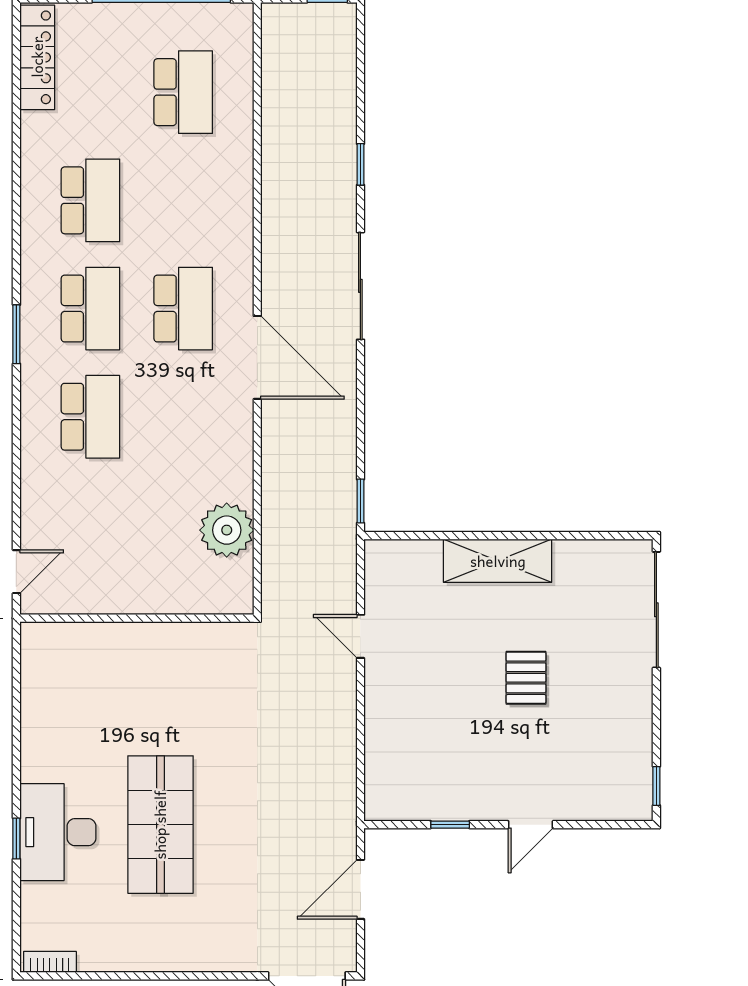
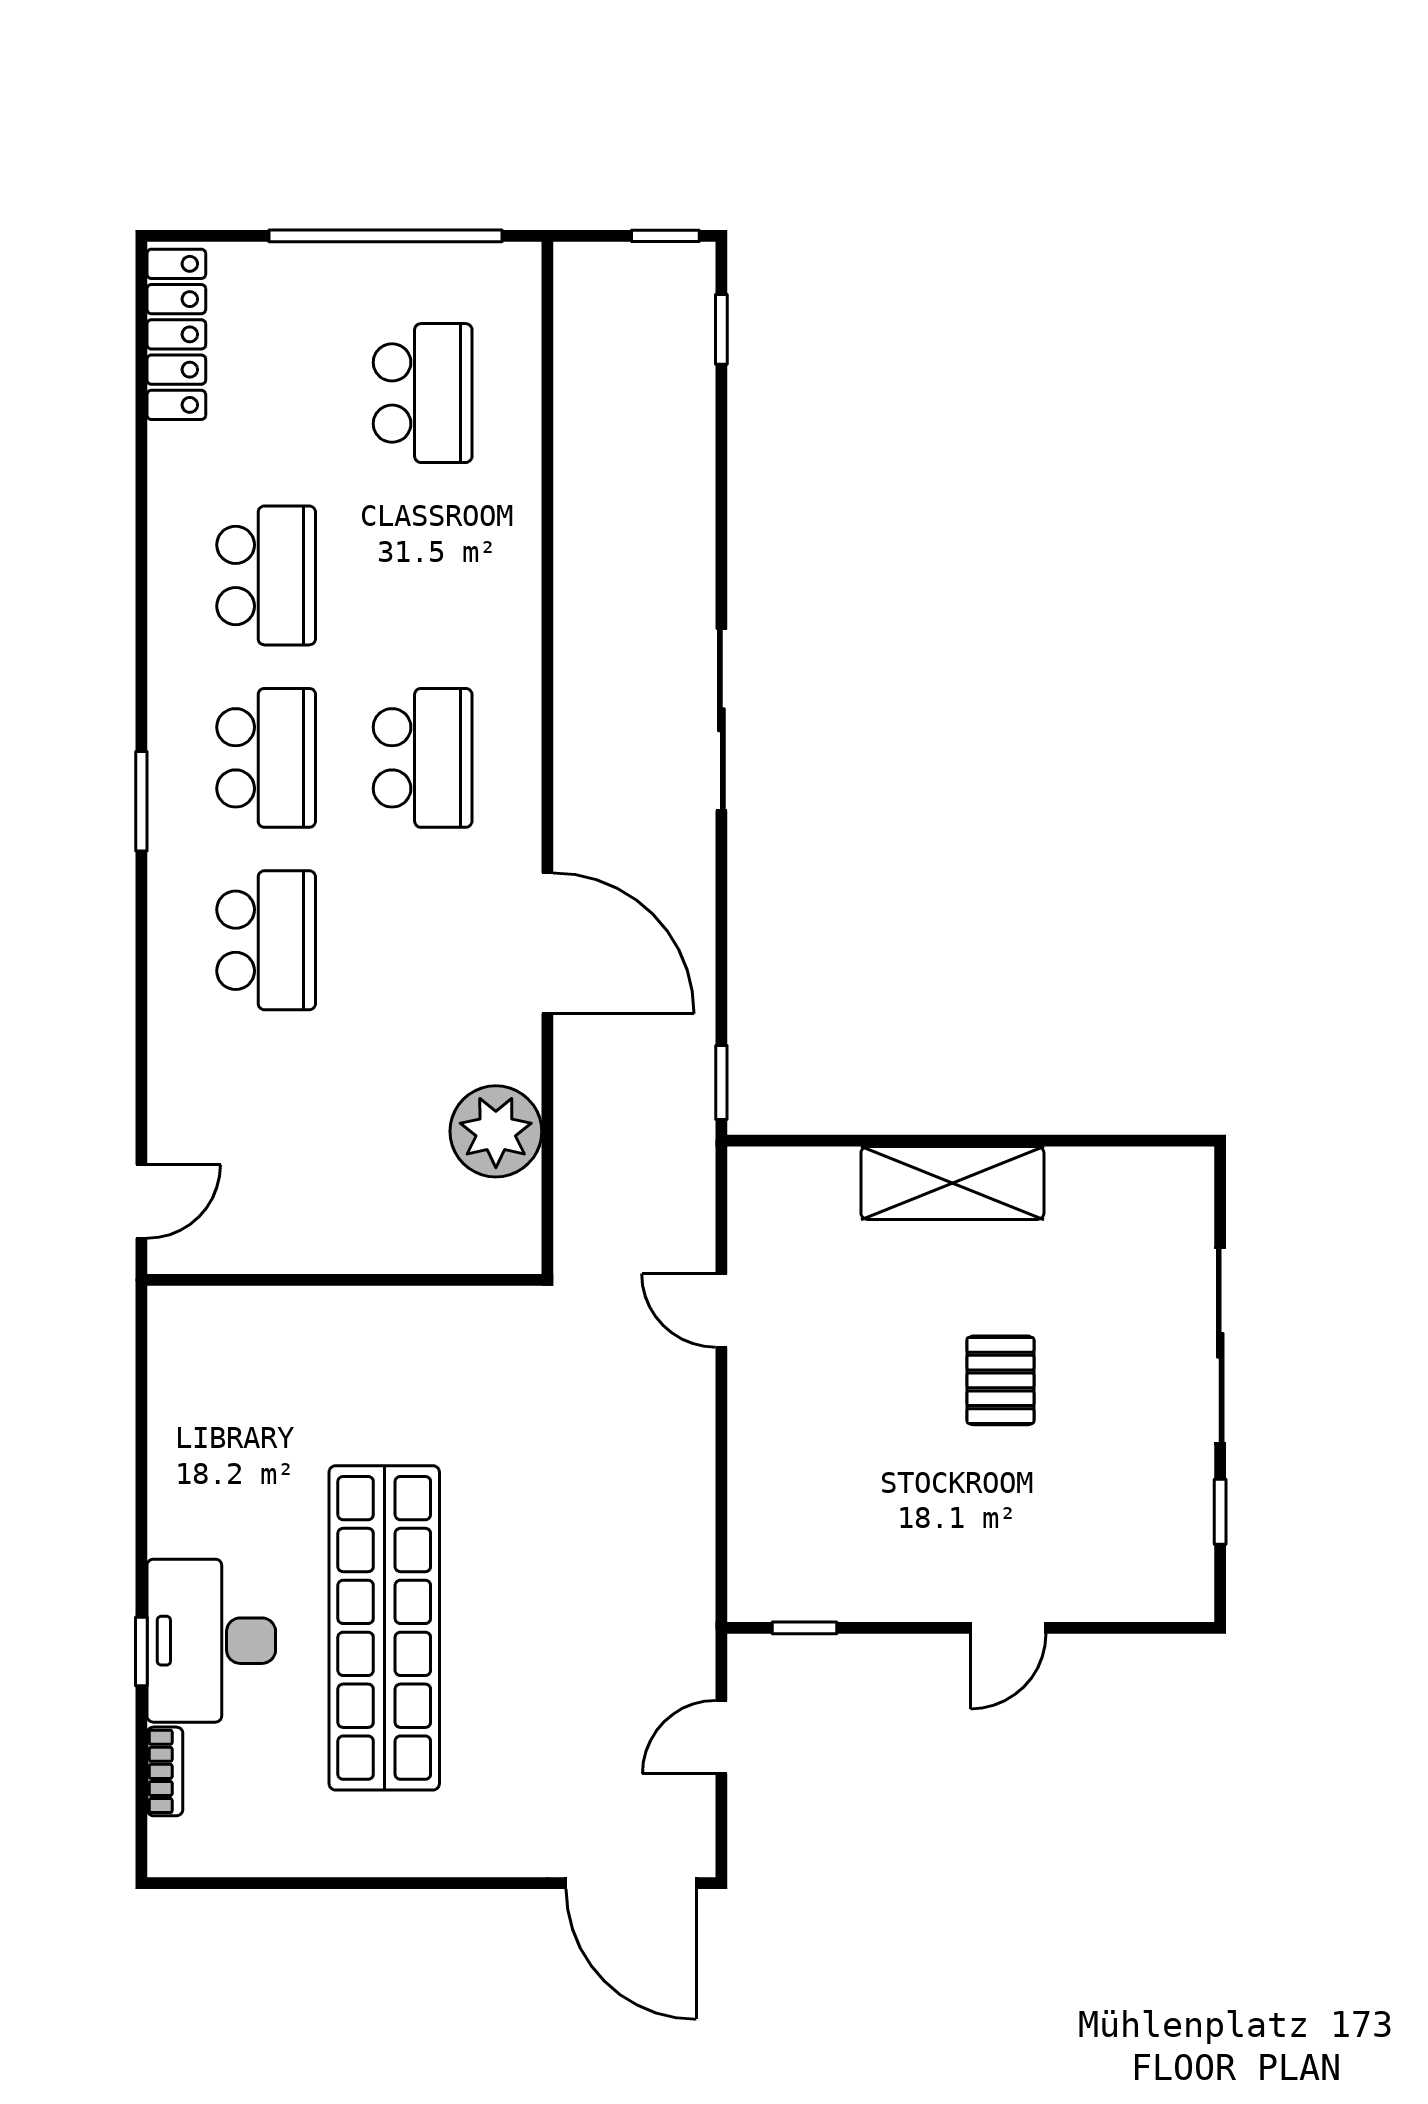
window: (360, 164) -> (721, 329), moved
door: (257, 357) -> (547, 943), moved
sliding door: (656, 610) -> (1220, 1345), moved
window: (656, 786) -> (1220, 1512), moved
shop shelf: (160, 825) -> (384, 1628), width x1.40
window: (450, 825) -> (804, 1628), moved
door: (360, 889) -> (721, 1737), width x0.73
bookcase: (50, 962) -> (165, 1771), moved, turned 90

